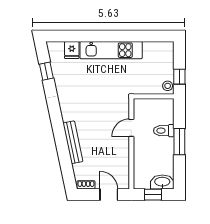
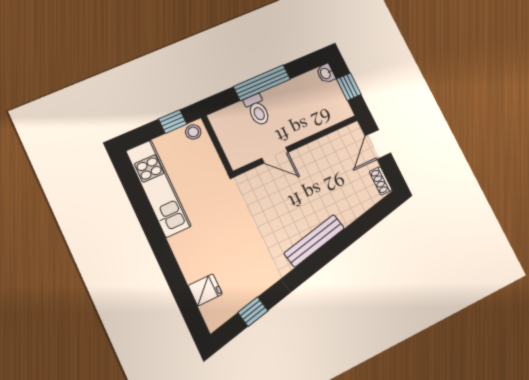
kitchen unit: (111, 50) -> (158, 188), moved
bench: (73, 142) -> (314, 241), moved
window: (179, 142) -> (262, 83), width x1.44
washbasin: (162, 182) -> (326, 73), width x0.52, depth x0.69

